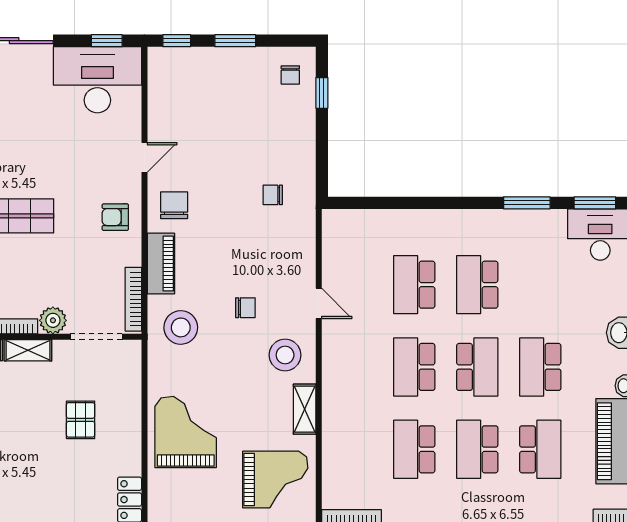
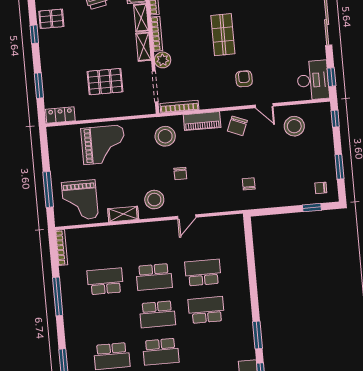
window: (235, 41) -> (339, 167), moved
desk: (97, 80) -> (313, 80), width x0.73, depth x0.77
stool: (183, 110) -> (294, 126), added
chair: (174, 205) -> (237, 126), turned 112
armchair: (115, 217) -> (244, 79), moved
school desk: (414, 367) -> (154, 277), turned 180
school desk: (540, 367) -> (161, 352), turned 180
pallet: (81, 420) -> (105, 82), width x1.50, depth x1.42
school desk: (477, 449) -> (109, 319), removed

